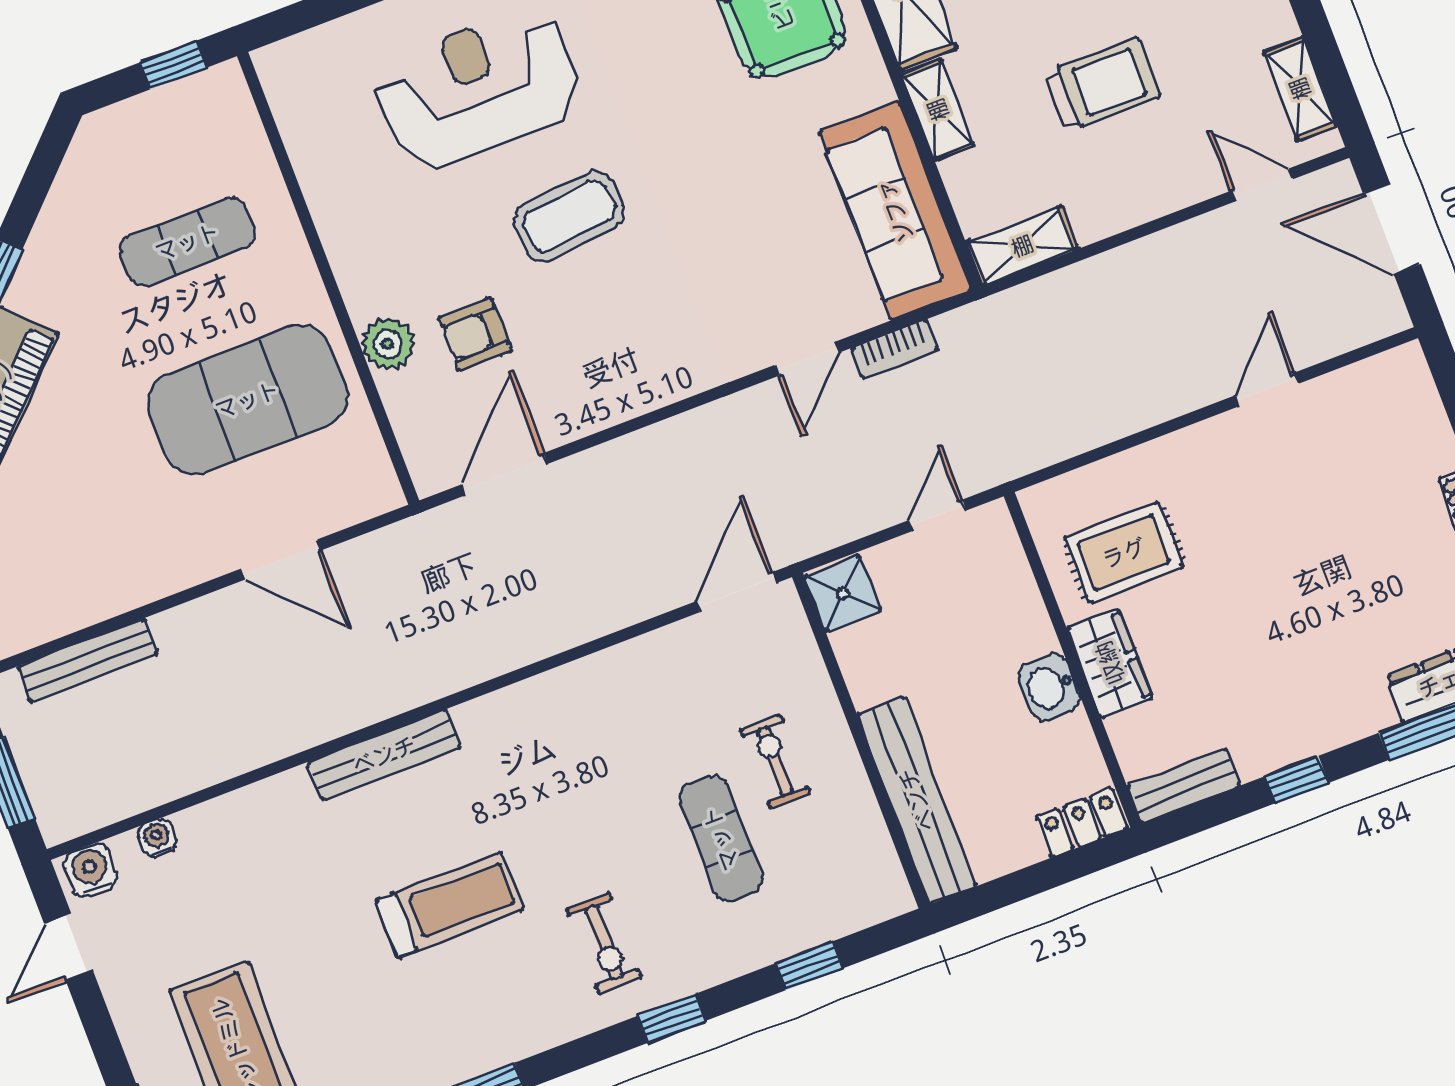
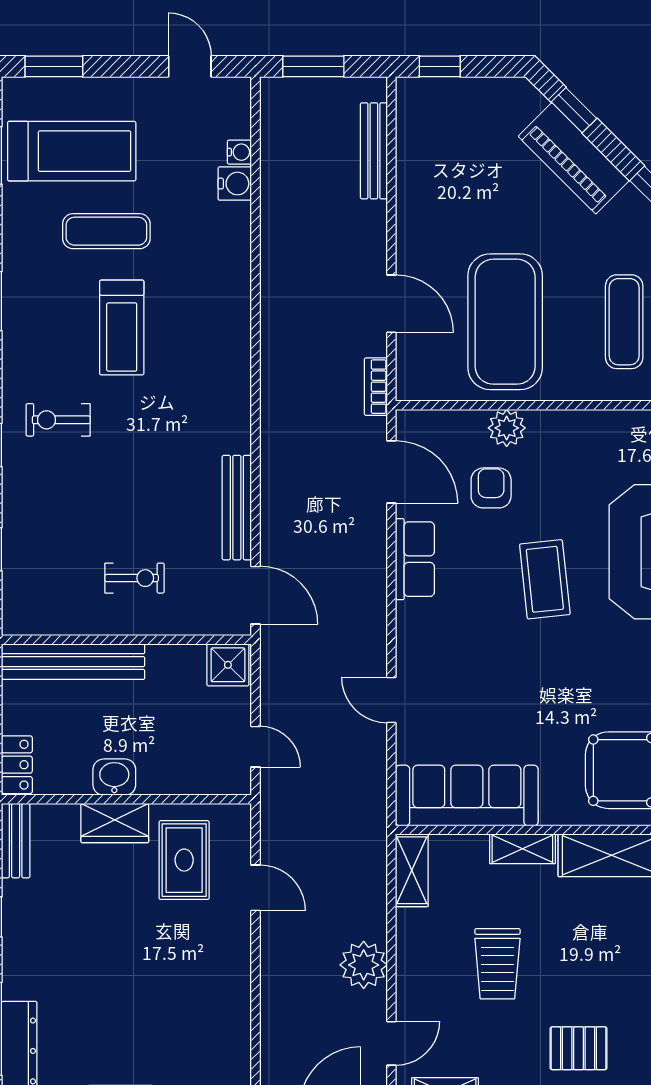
plant: (1172, 262) -> (364, 965), added
bookcase: (895, 349) -> (376, 387), moved
door: (1267, 389) -> (256, 888), moved
row of seats: (608, 399) -> (415, 559), added
door: (281, 559) -> (391, 304), swing flipped
bench: (384, 755) -> (237, 508), moved
exercise mat: (721, 839) -> (106, 231), moved
water cooler: (91, 870) -> (235, 184), moved

